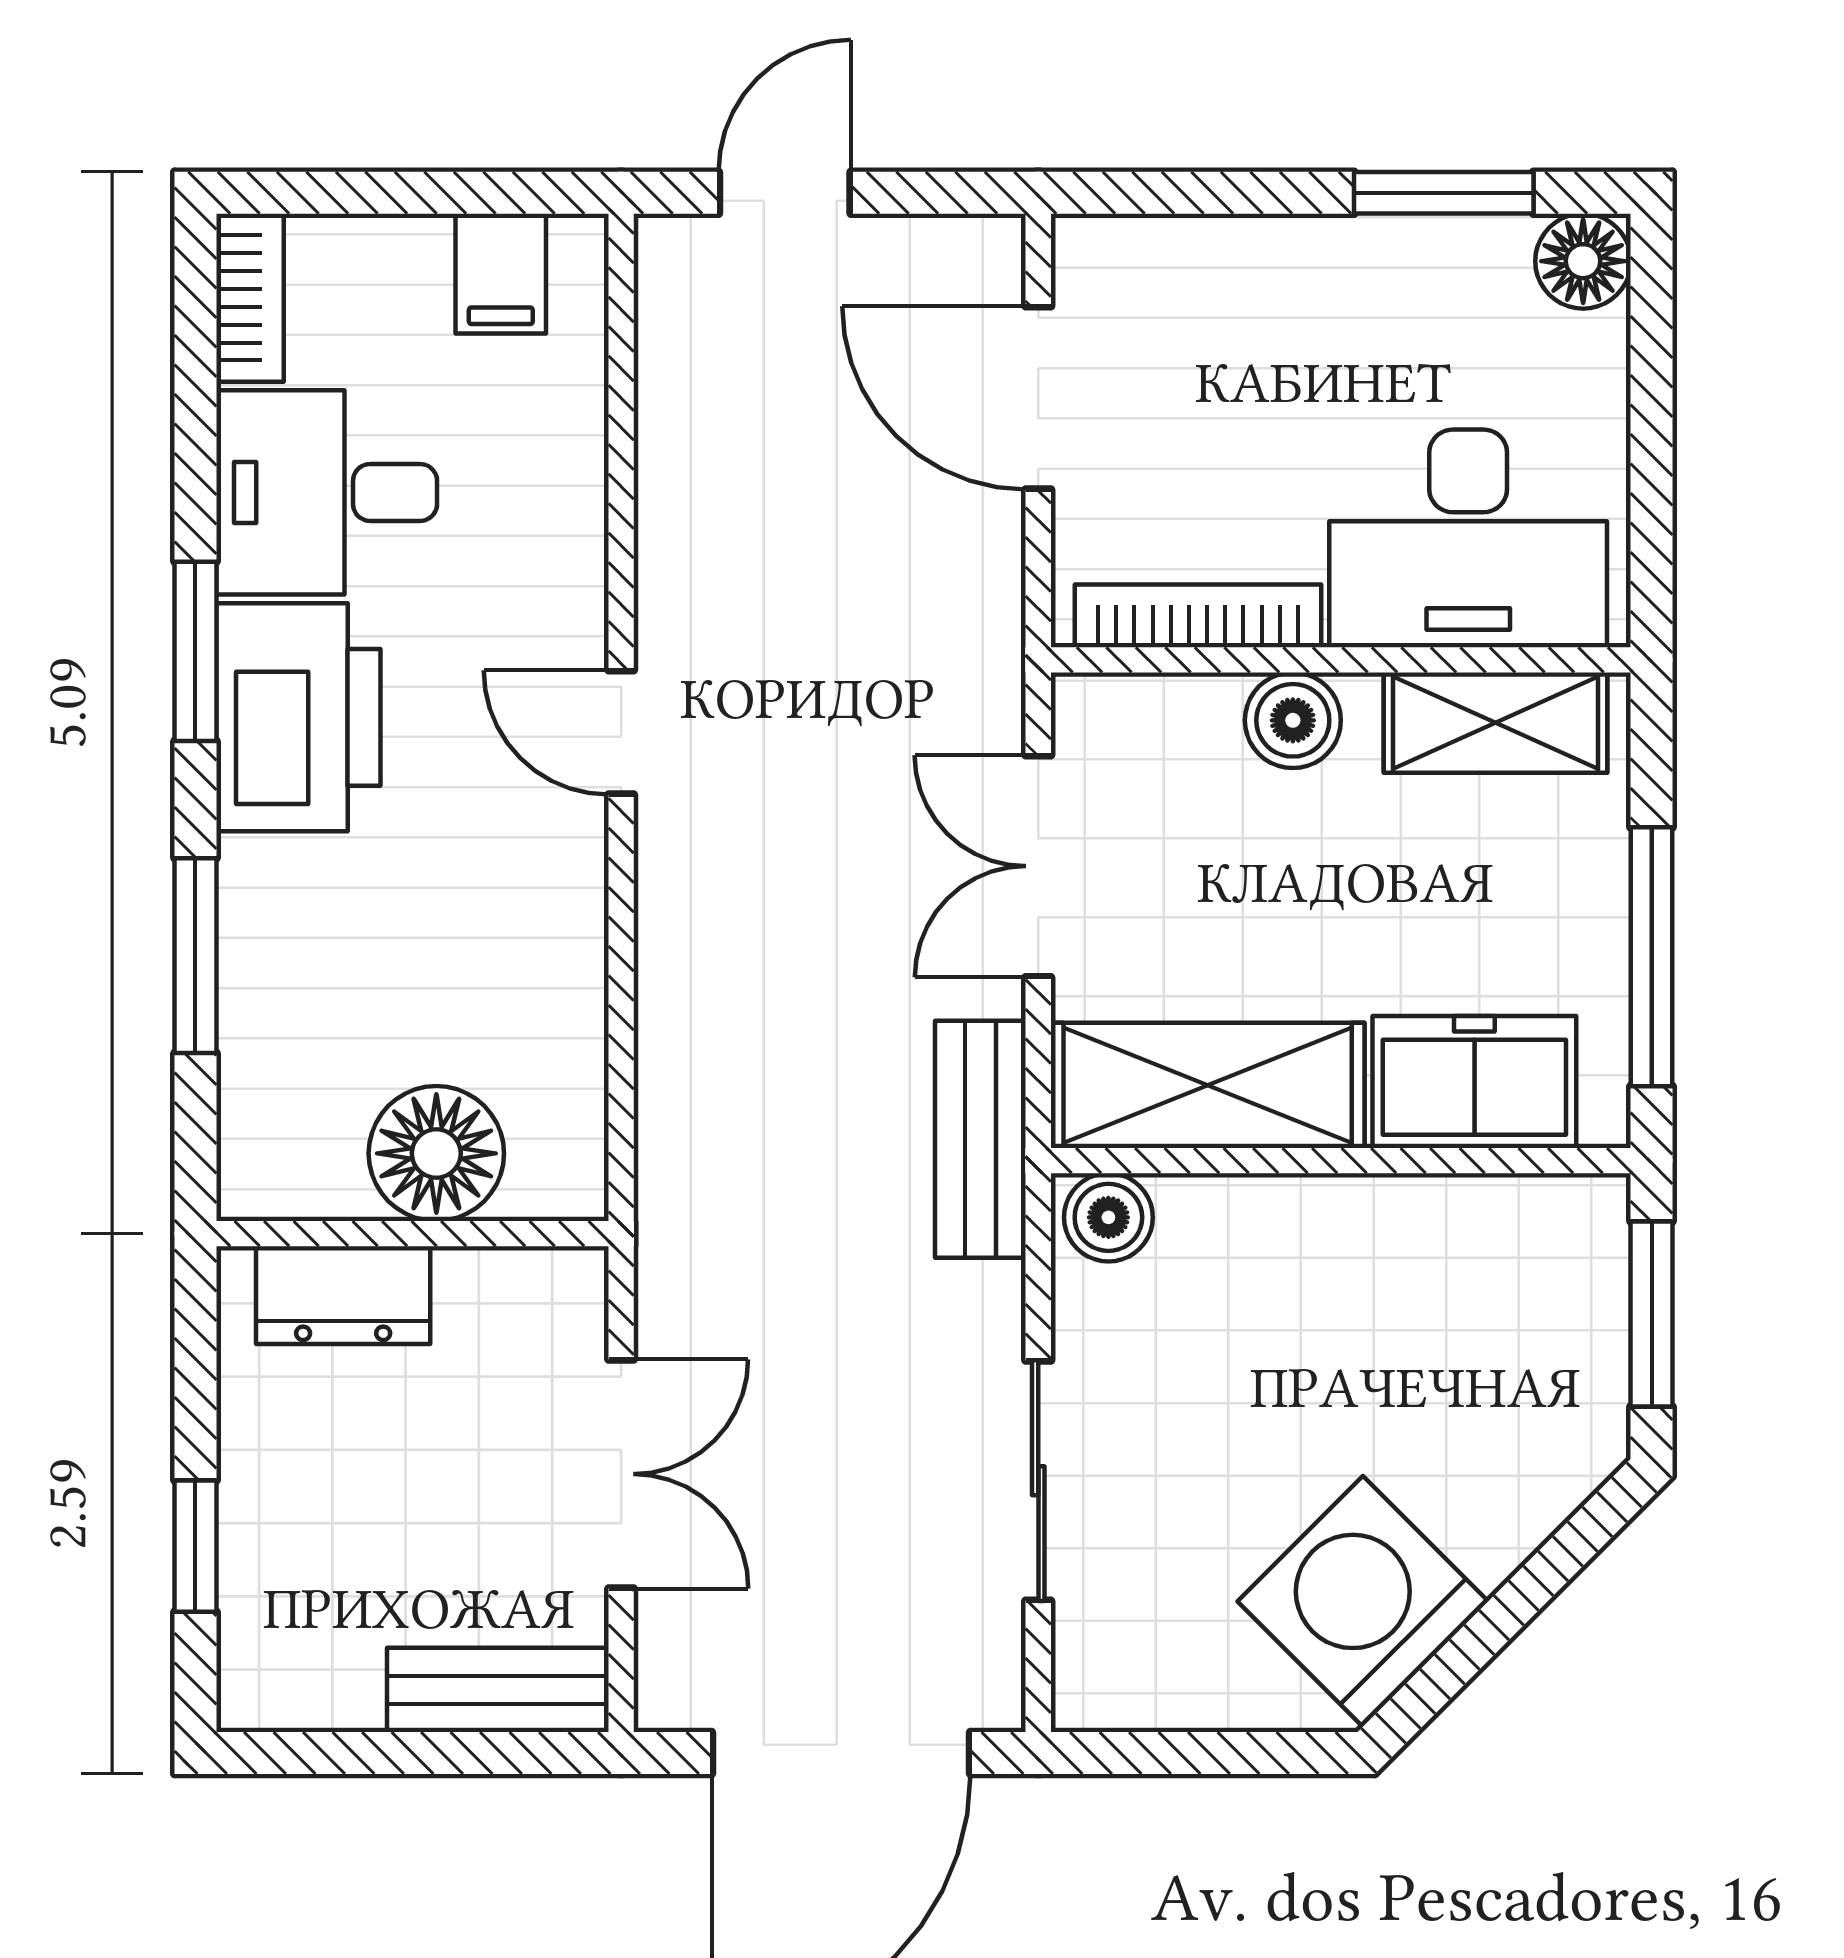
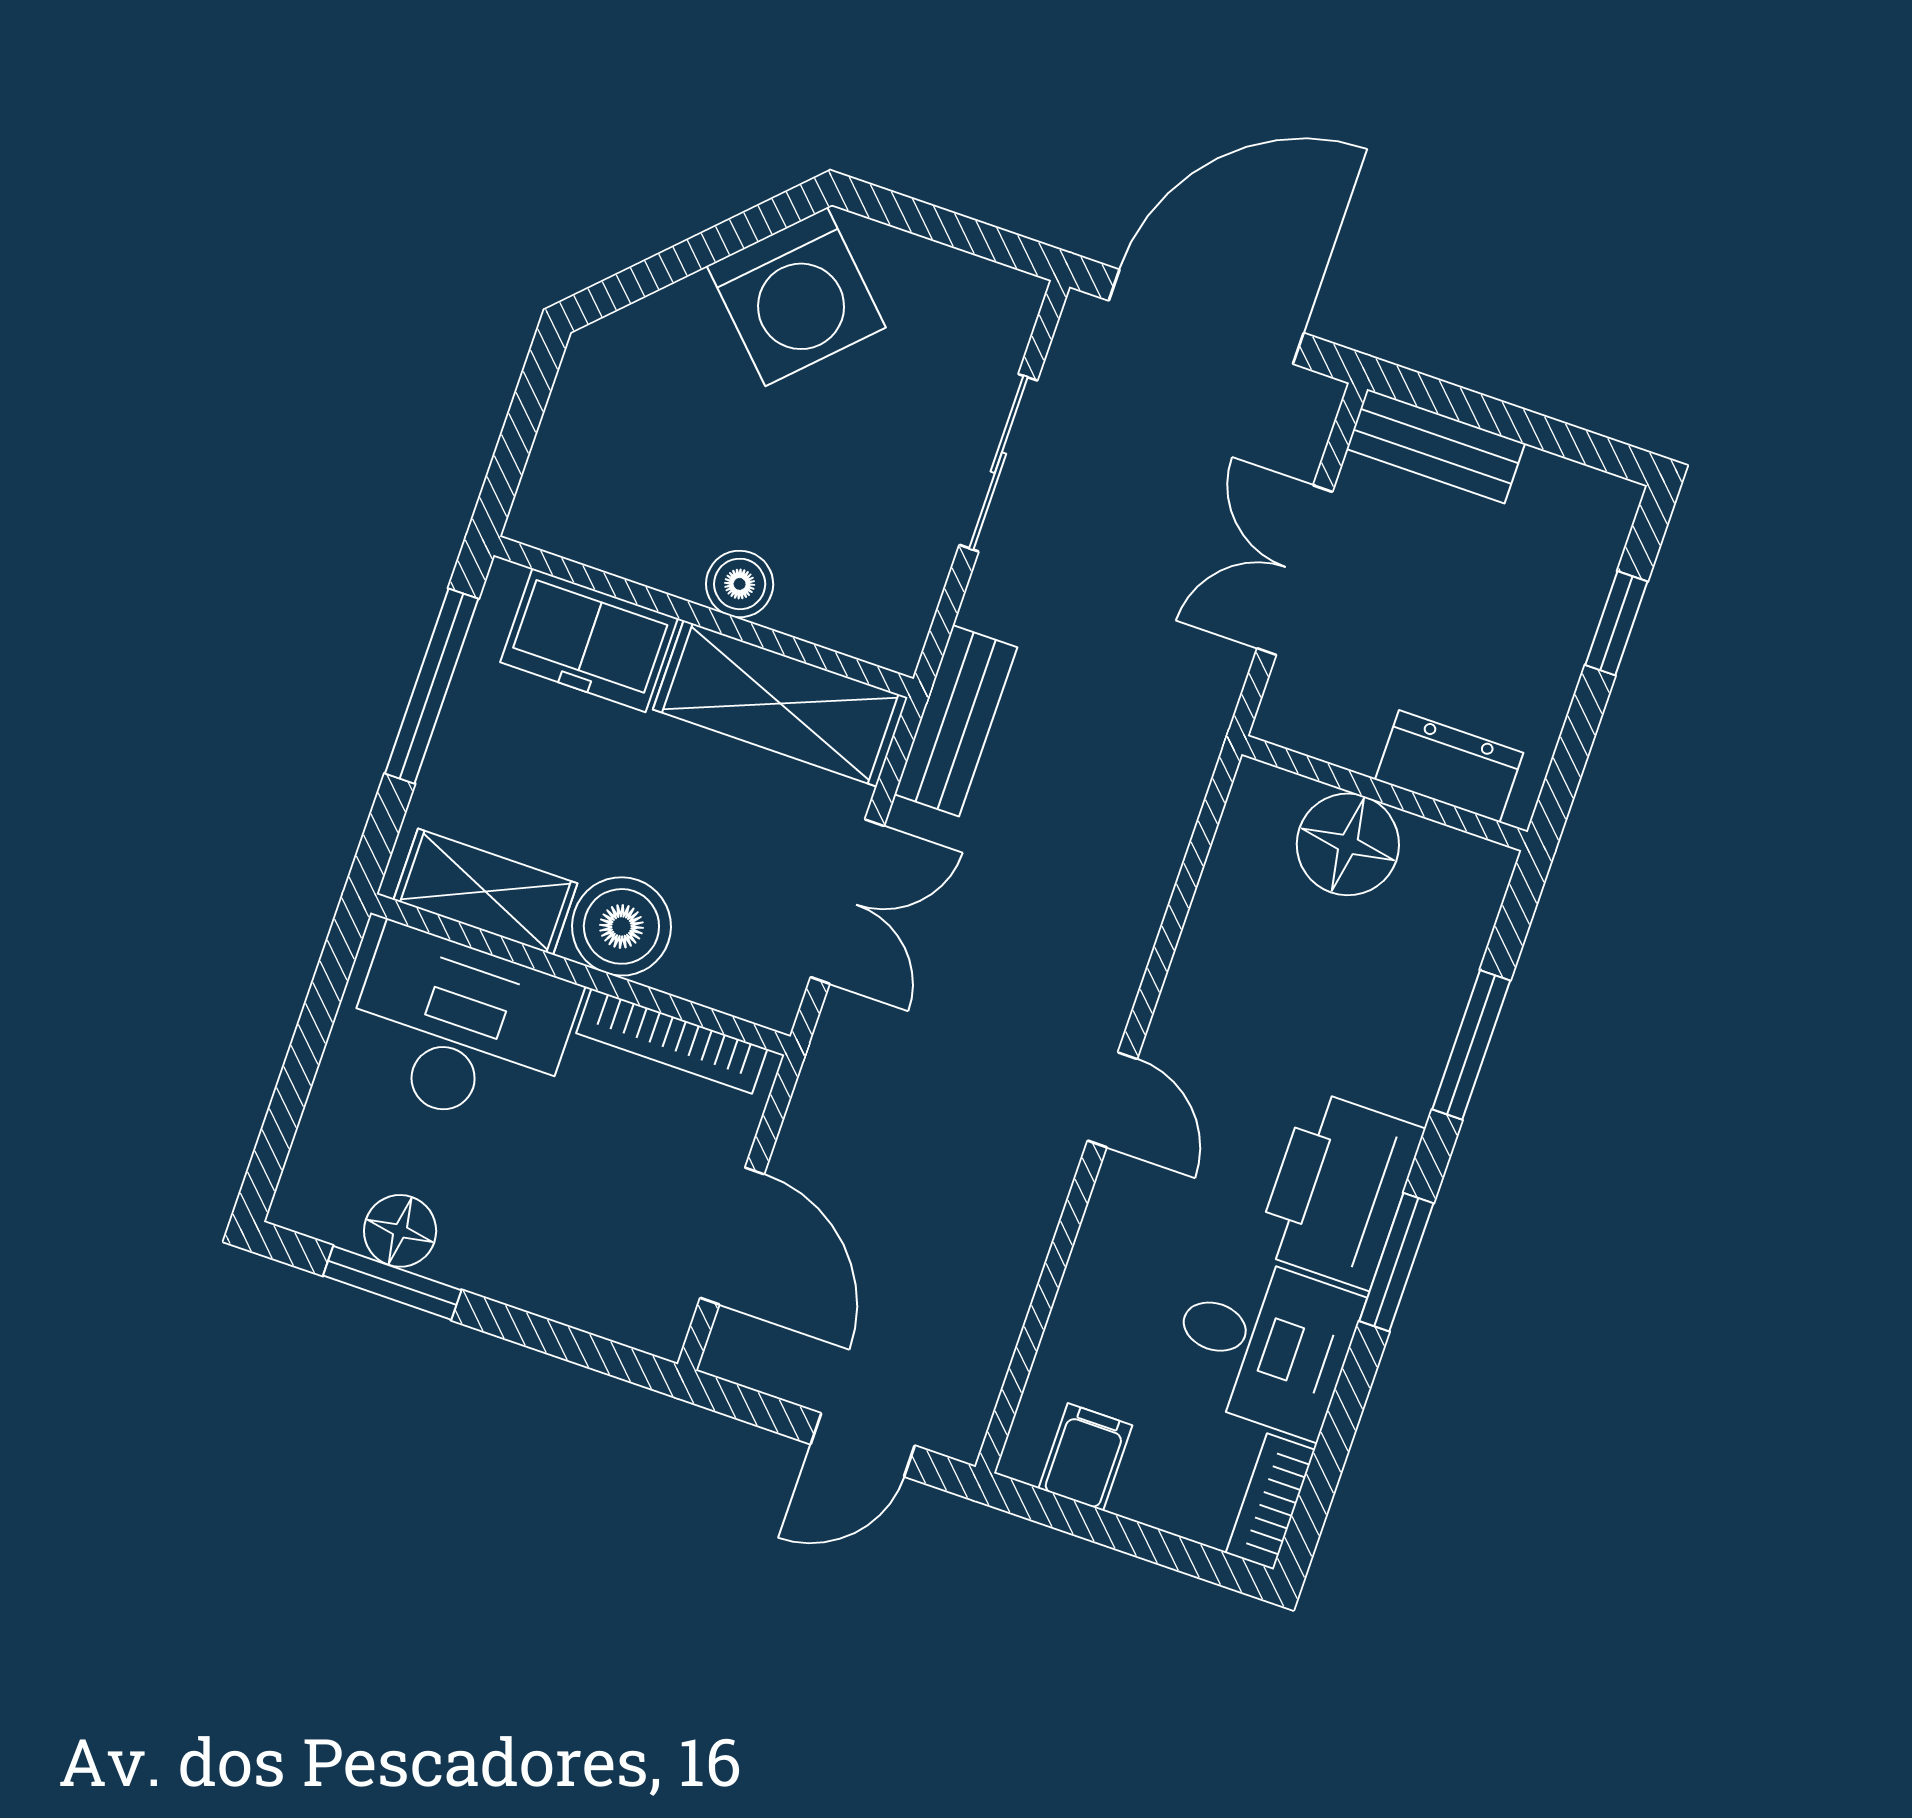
floor lamp: (1583, 261) -> (400, 1231), moved
boiler: (1293, 720) -> (621, 926), width x1.36, depth x1.36
boiler: (1108, 1217) -> (740, 584), moved
window: (1652, 1314) -> (519, 431), removed

